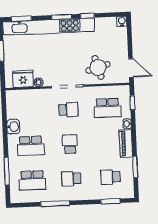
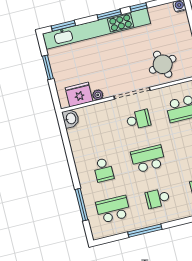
washbasin: (13, 127) -> (71, 119), moved
school desk: (70, 144) -> (148, 159), width x1.85
school desk: (31, 146) -> (103, 170), width x0.54
school desk: (32, 180) -> (113, 209), turned 180

